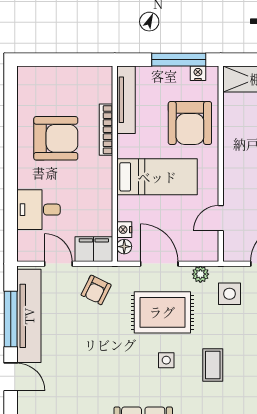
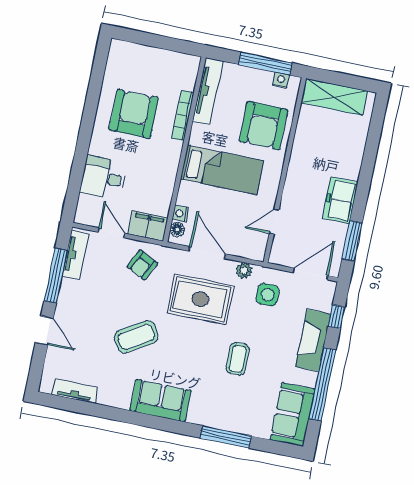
armchair: (56, 138) -> (134, 114), turned -90
tv unit: (29, 316) -> (75, 255), width x0.52, depth x0.78
side table: (166, 360) -> (195, 345), removed
coffee table: (105, 364) -> (136, 337), added

